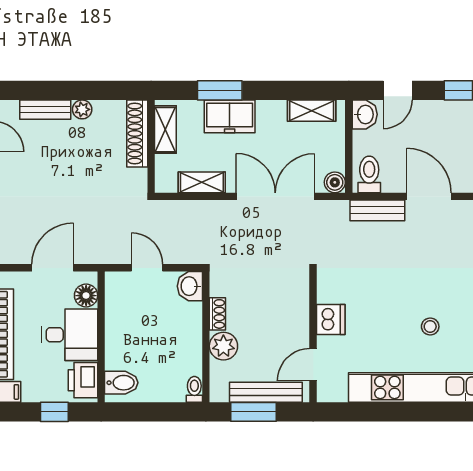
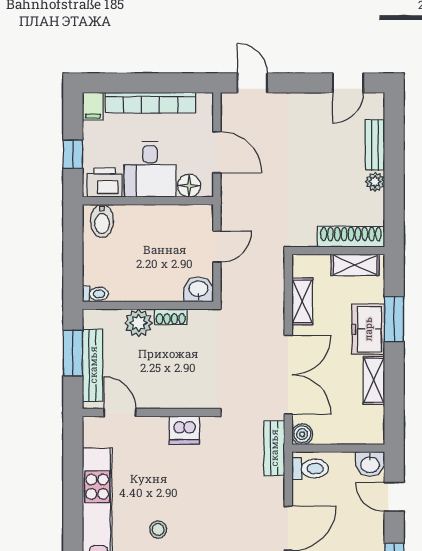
shelving: (312, 111) -> (374, 380), moved
bench: (377, 210) -> (274, 448), moved
dishwasher: (331, 319) -> (184, 430), moved

